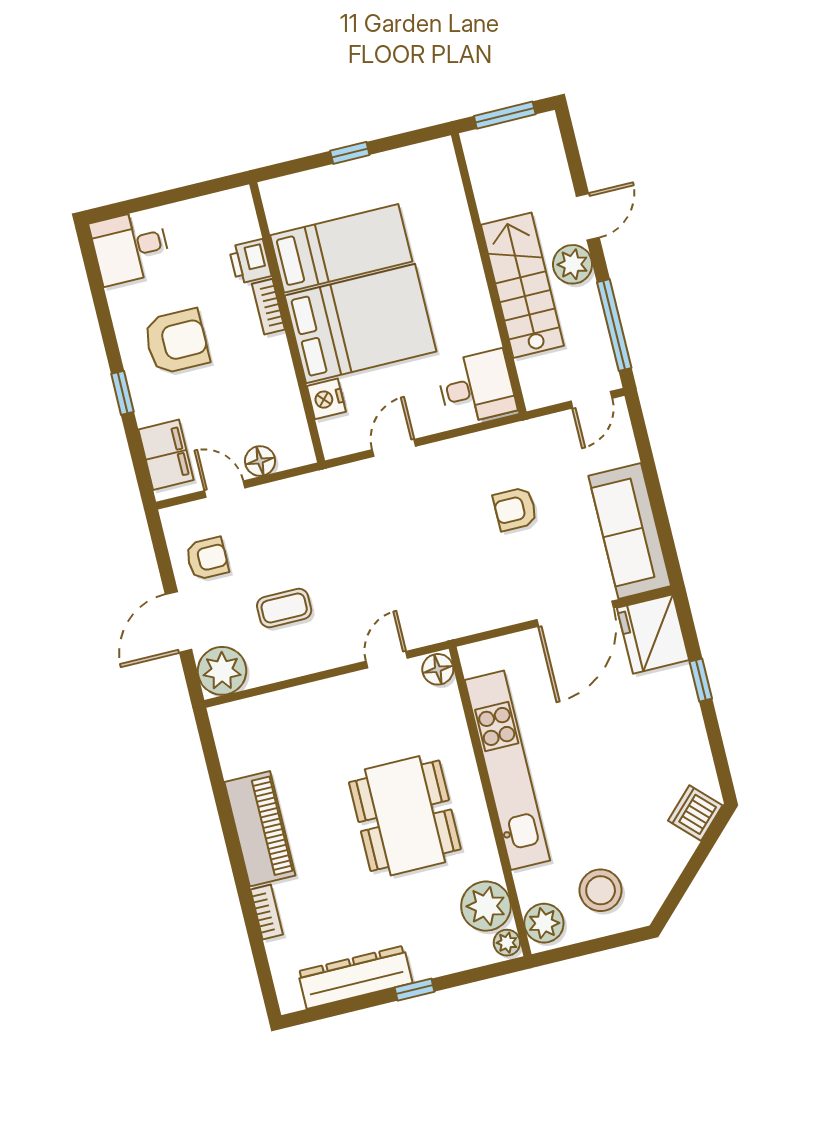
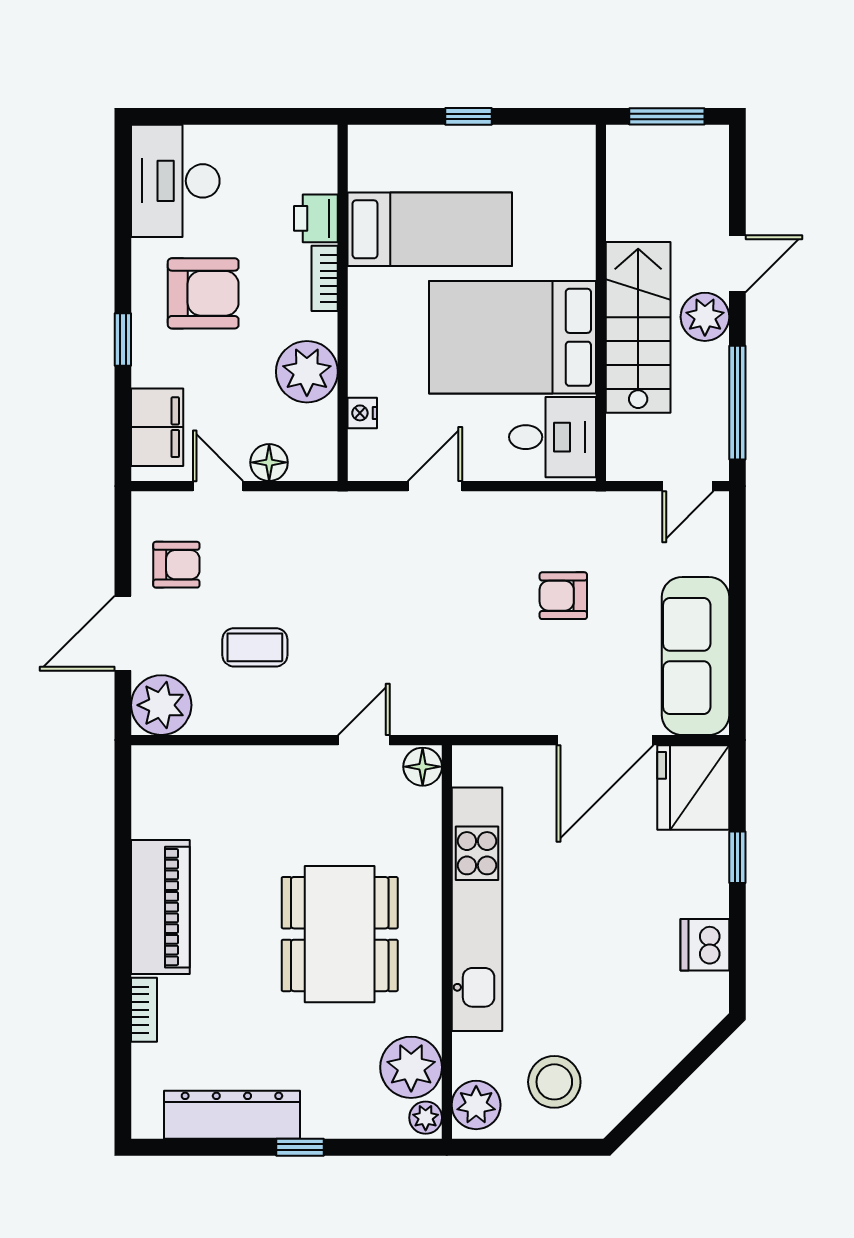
desk: (130, 247) -> (175, 181), width x1.37
bed: (361, 323) -> (512, 337), moved, turned 180
plant: (272, 383) -> (307, 372), added
nightstand: (326, 399) -> (362, 413), width x0.72, depth x0.74
dishwasher: (695, 813) -> (705, 945), moved, turned -45

